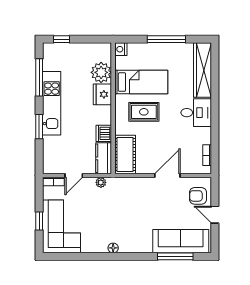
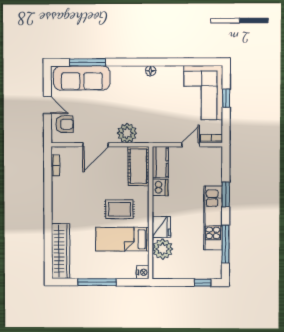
desk: (196, 113) -> (67, 208), removed
plant: (101, 182) -> (127, 133), moved, width x1.88, depth x1.88

